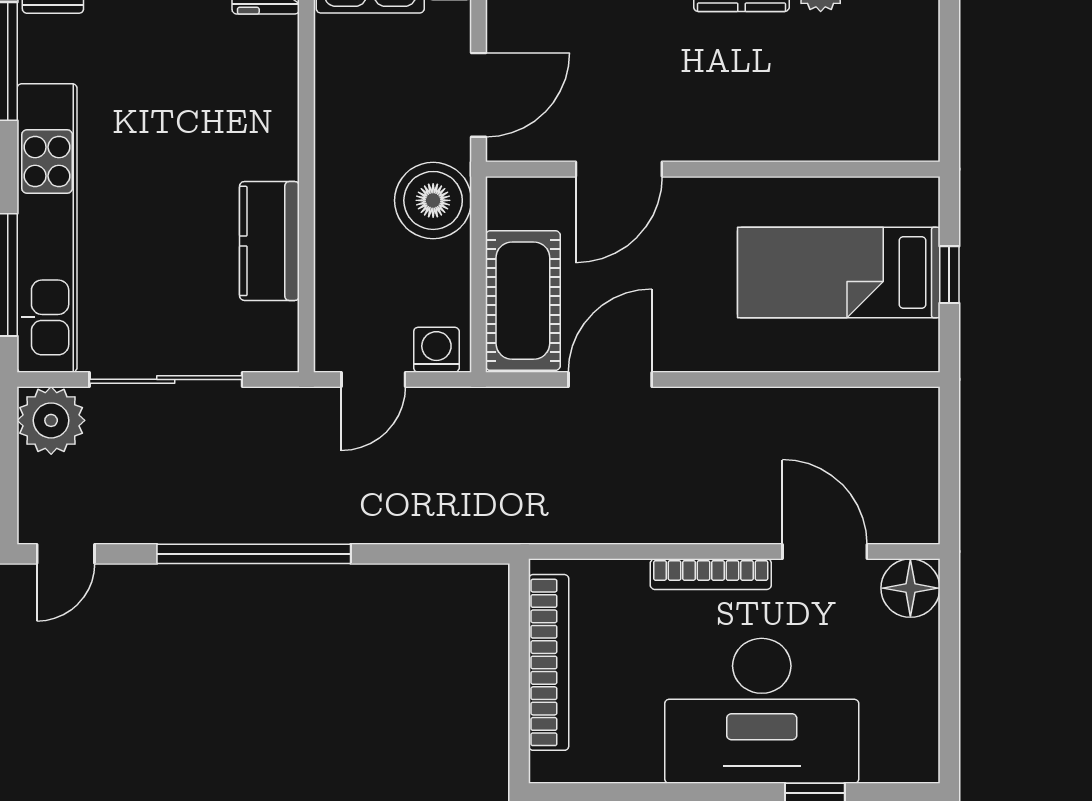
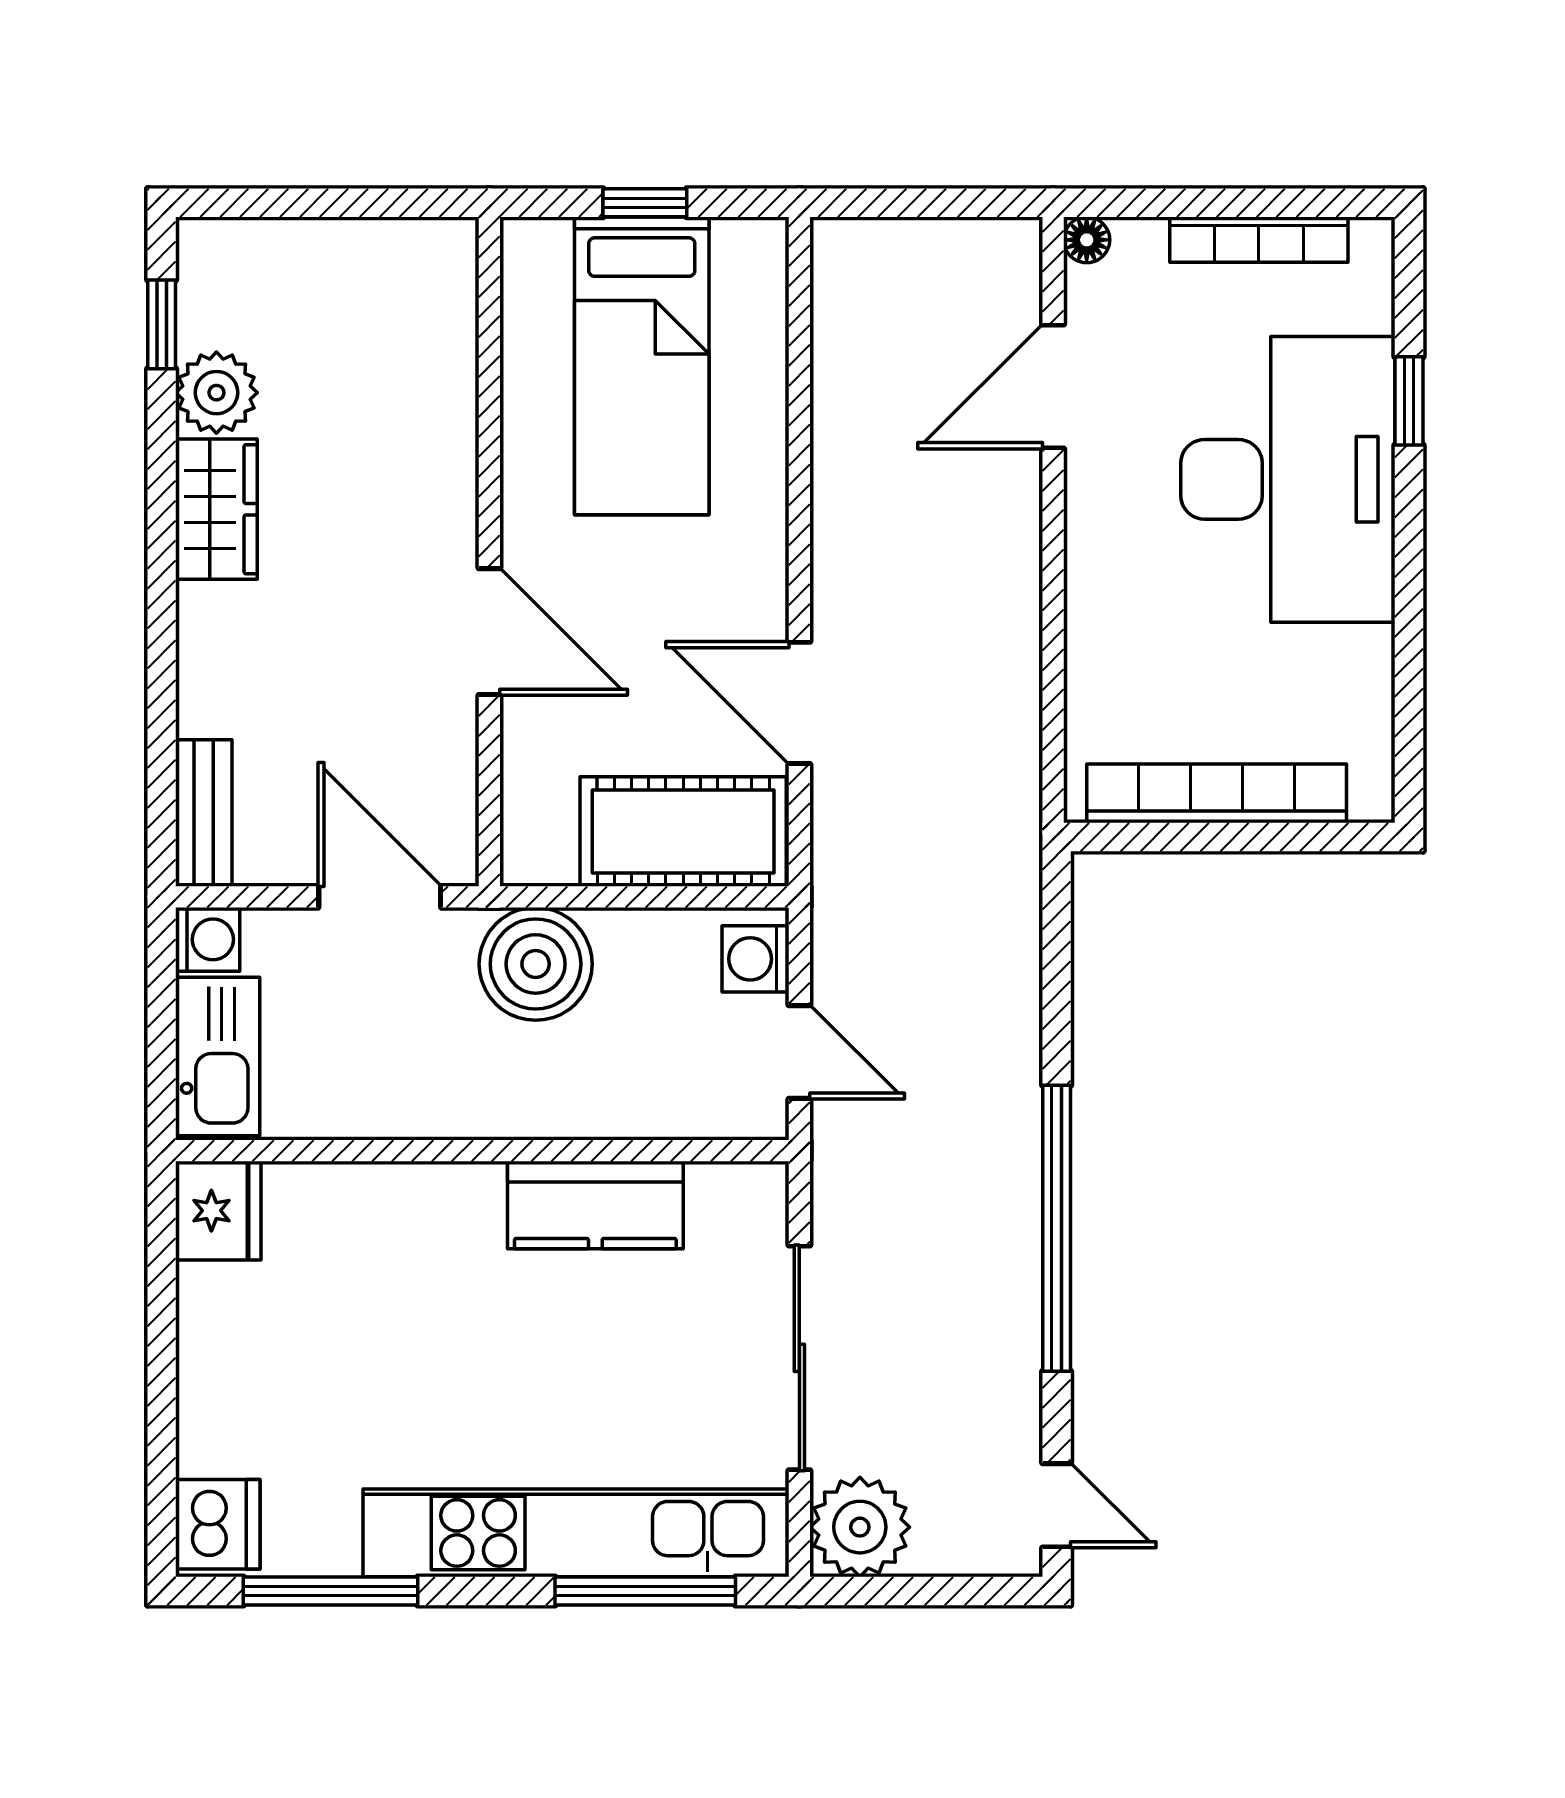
door: (619, 169) -> (489, 632), moved
bookcase: (711, 574) -> (1259, 240), moved, turned 90
floor lamp: (910, 588) -> (1087, 240), width x0.53, depth x0.53

